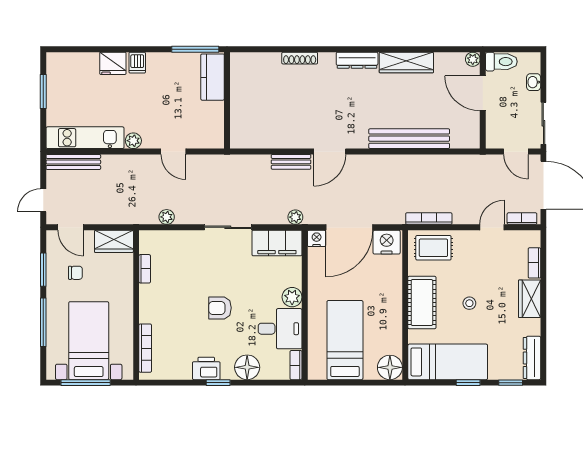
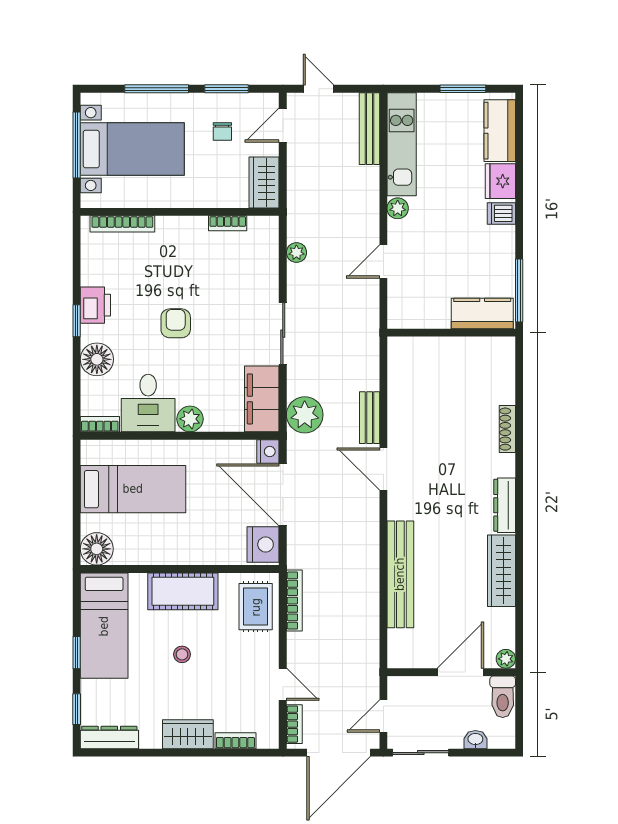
kitchen counter: (75, 64) -> (500, 131), added
plant: (295, 217) -> (305, 415), width x1.88, depth x1.88

